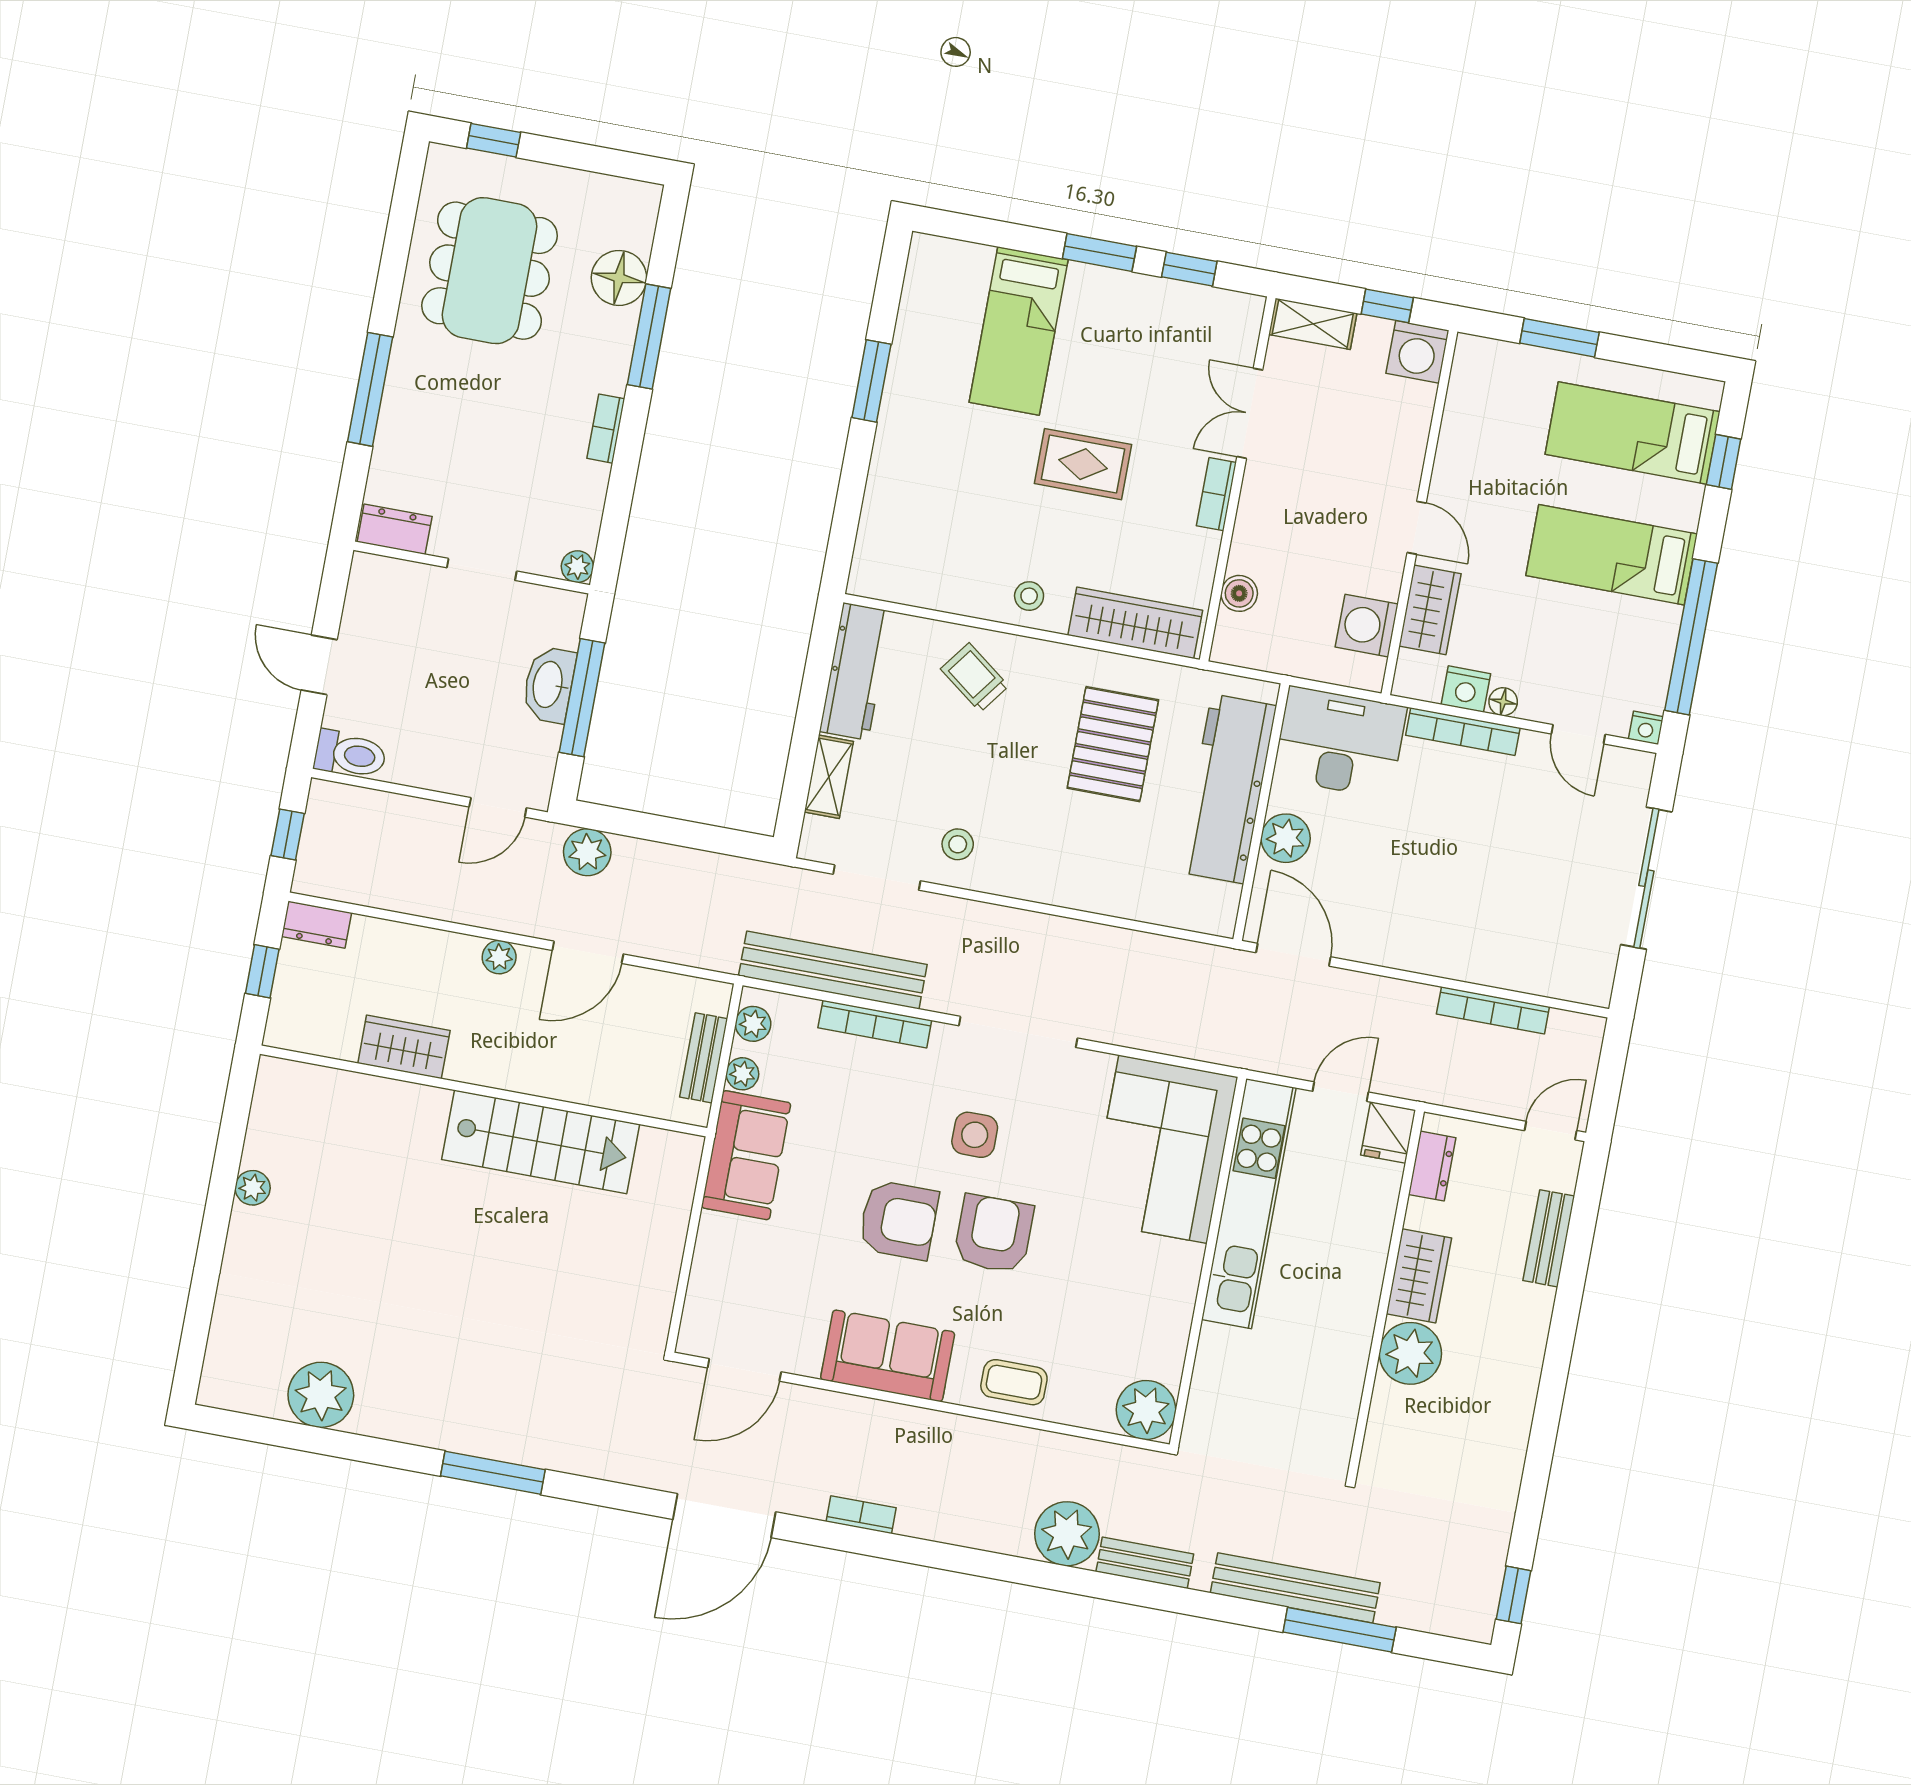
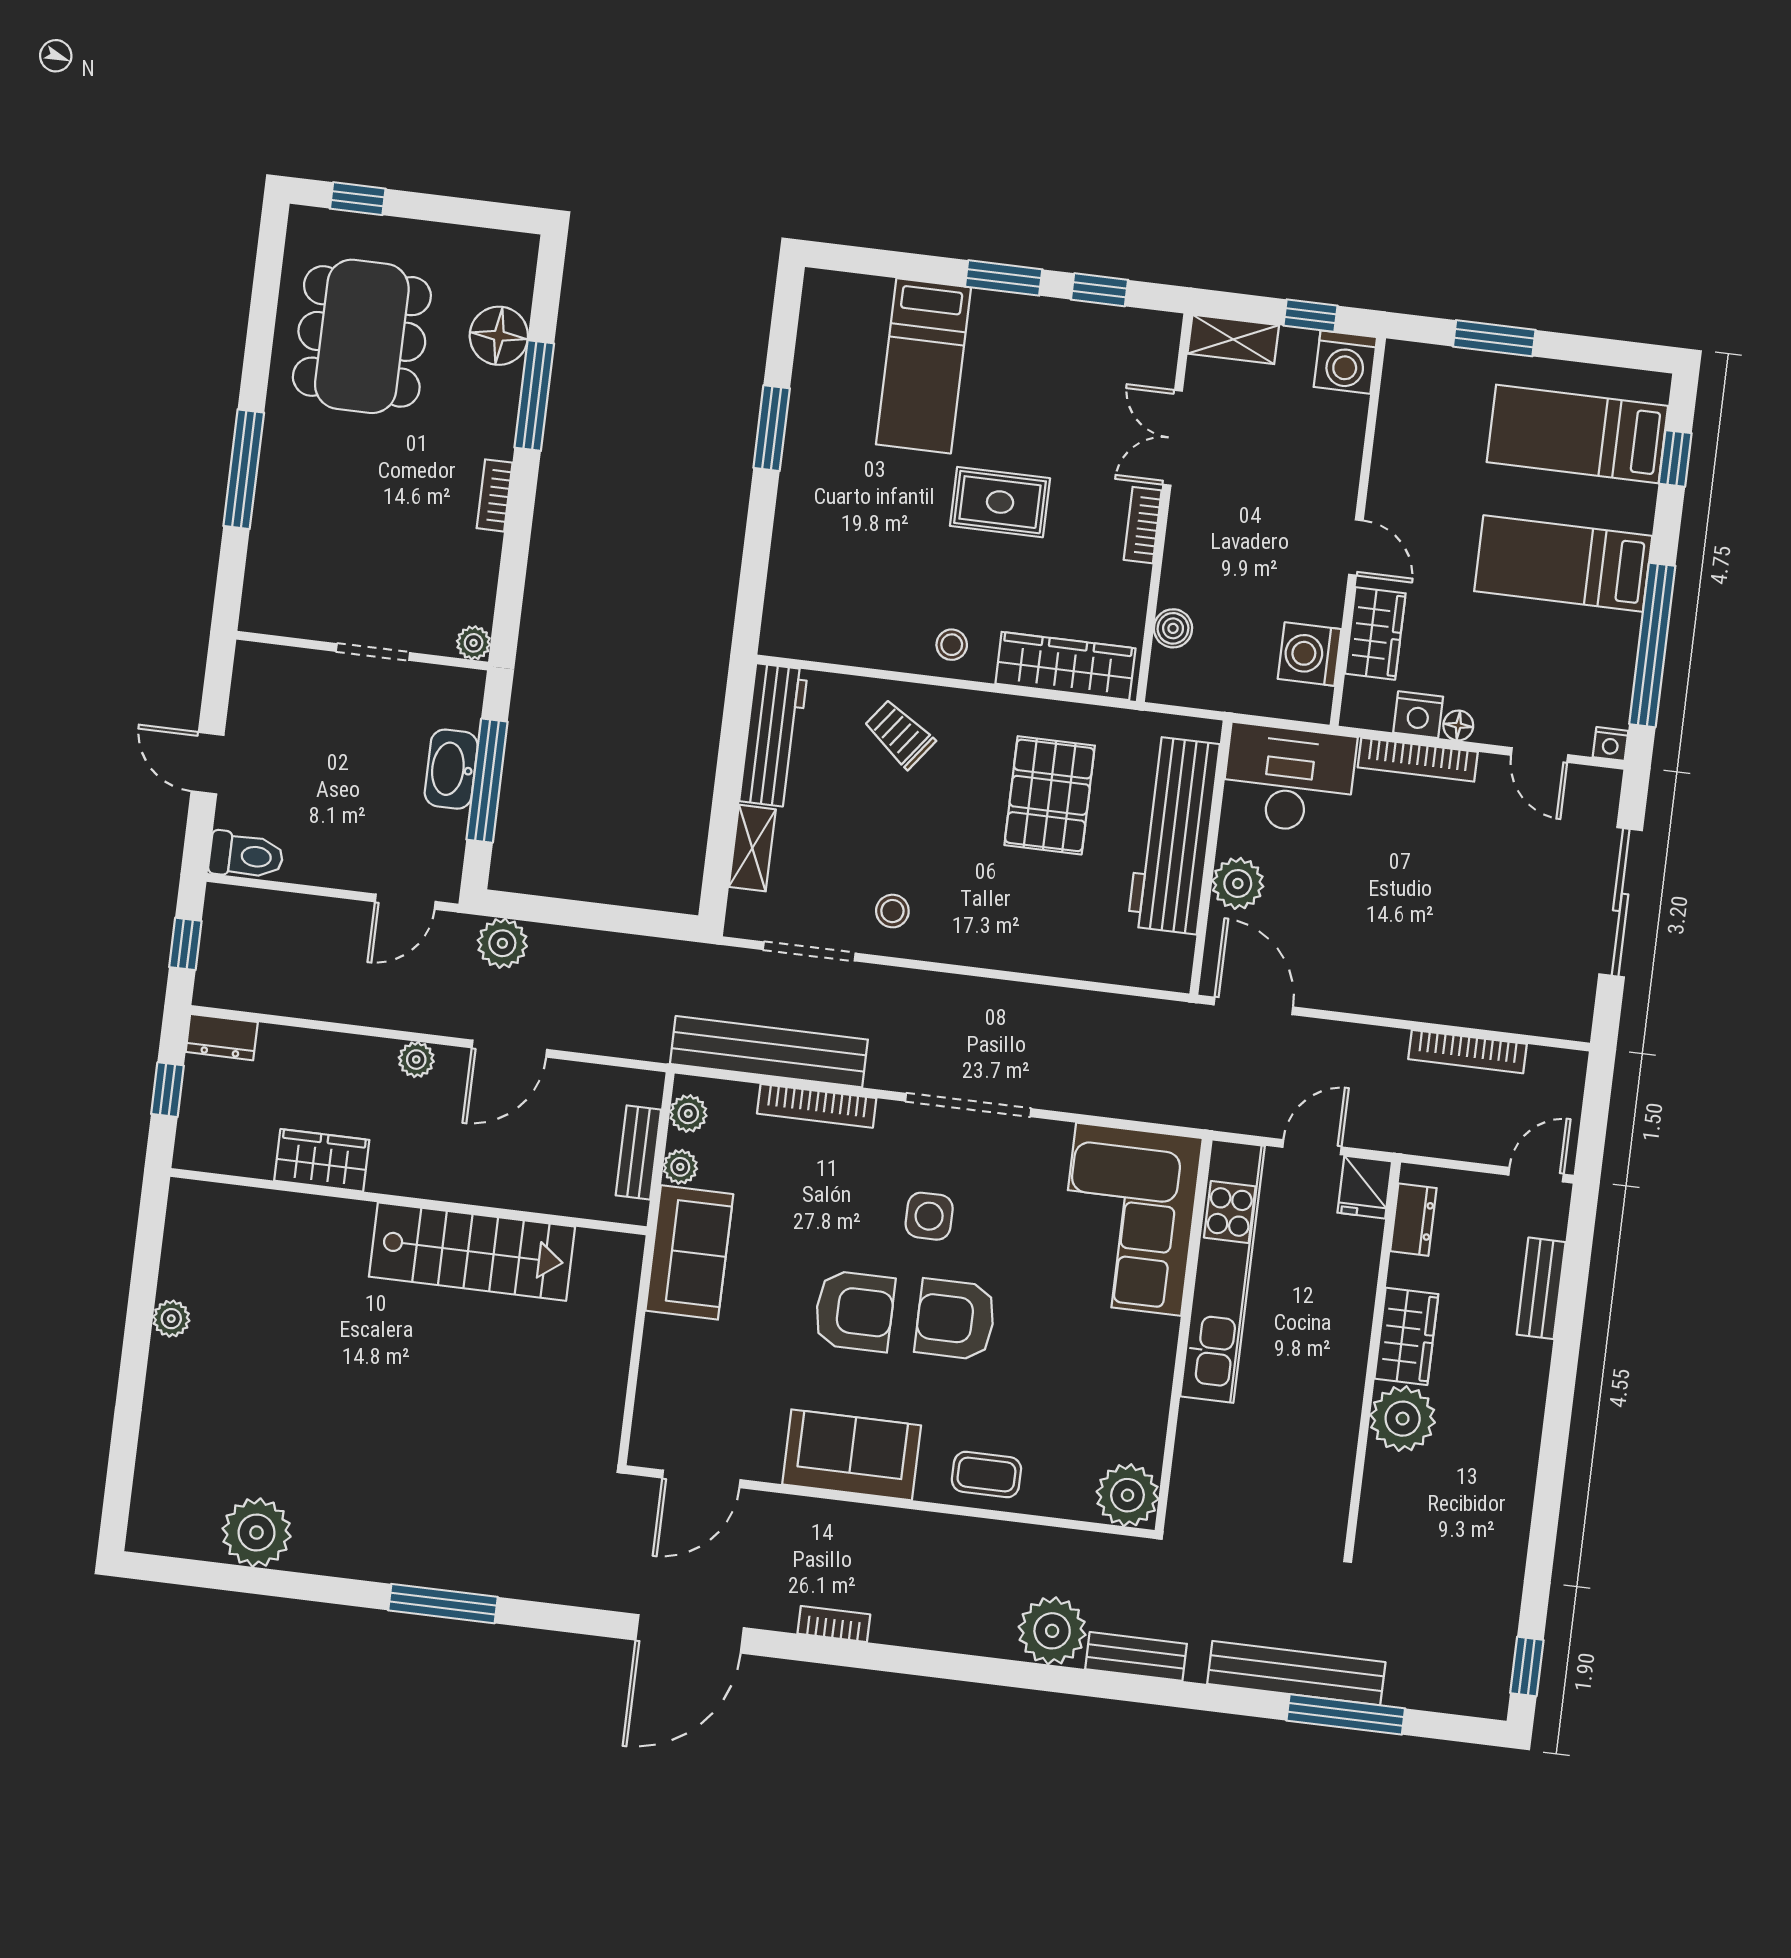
dresser: (395, 529) -> (278, 615), removed
armchair: (994, 1234) -> (955, 1319), turned -90

